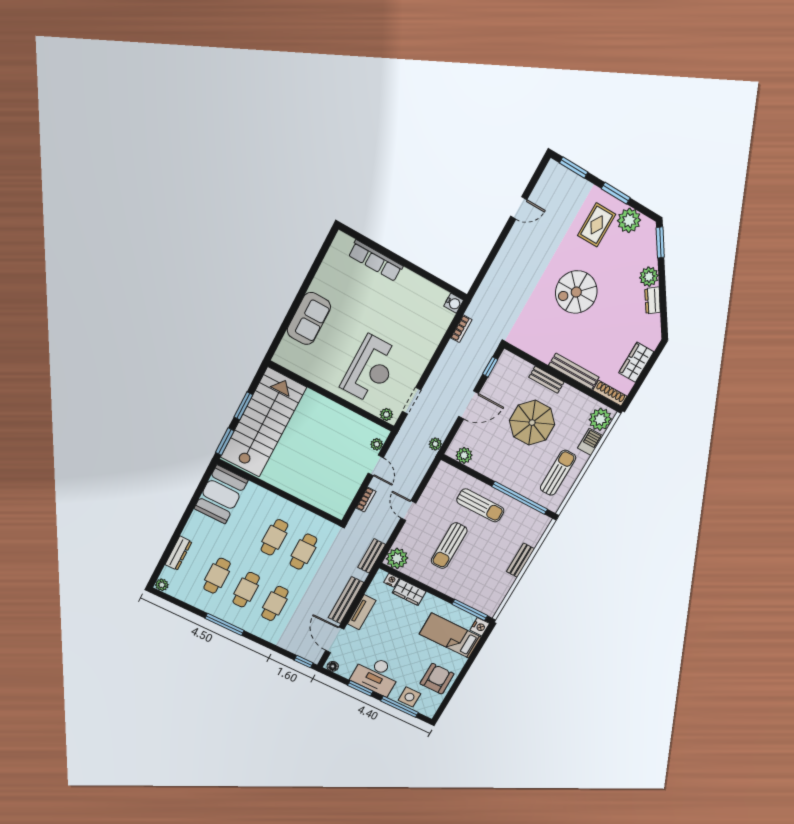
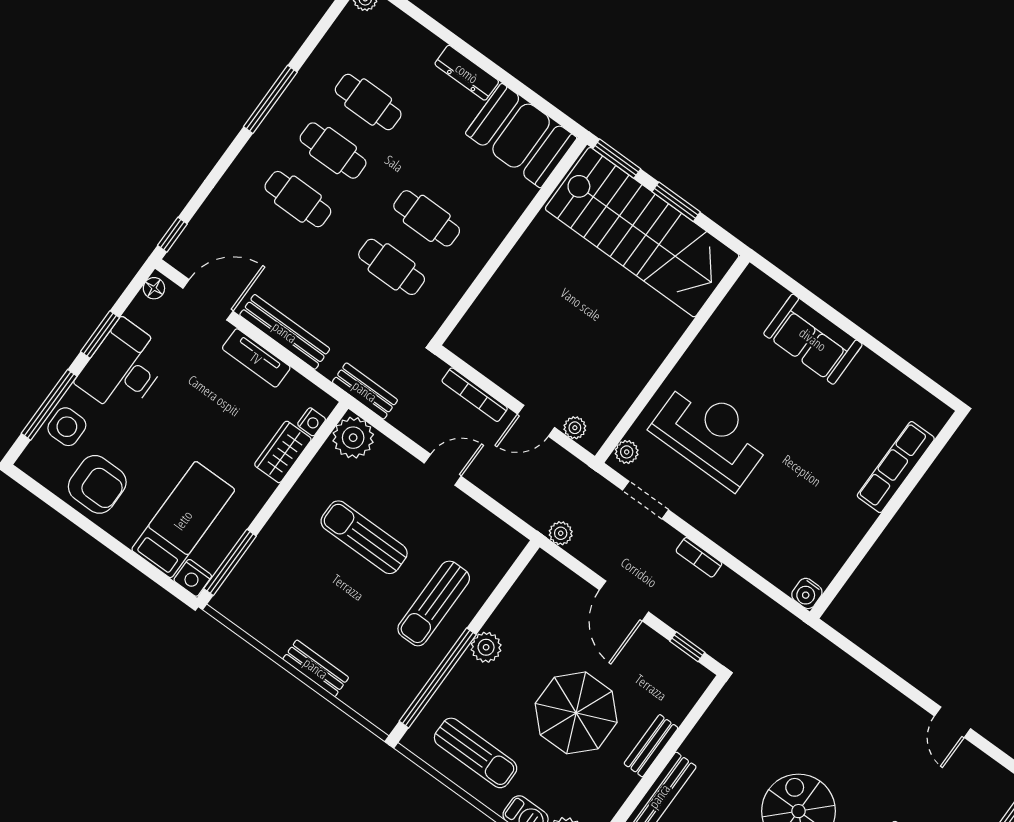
bookcase: (461, 329) -> (699, 557), moved
reception desk: (370, 369) -> (711, 434), turned 180
plant: (464, 455) -> (486, 647), moved
bookcase: (366, 500) -> (475, 395), width x1.56
dresser: (178, 553) -> (467, 73), moved

